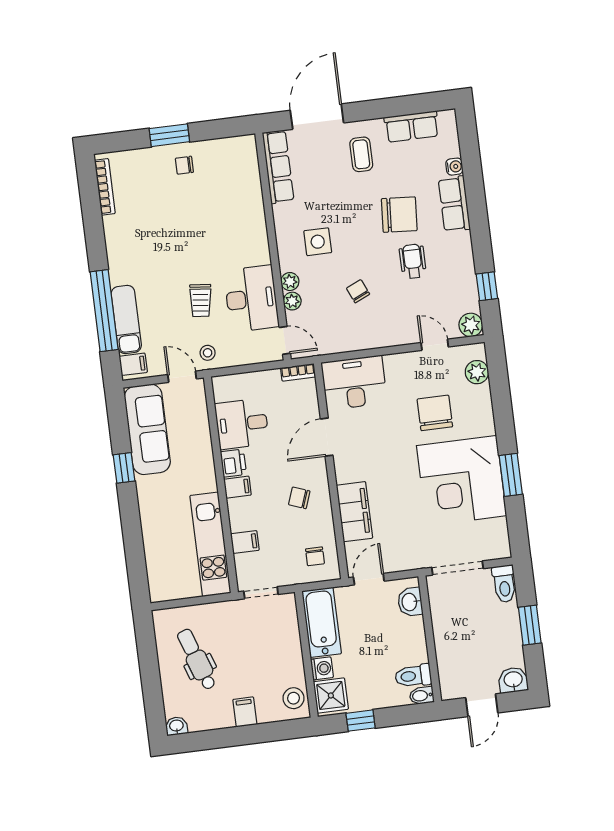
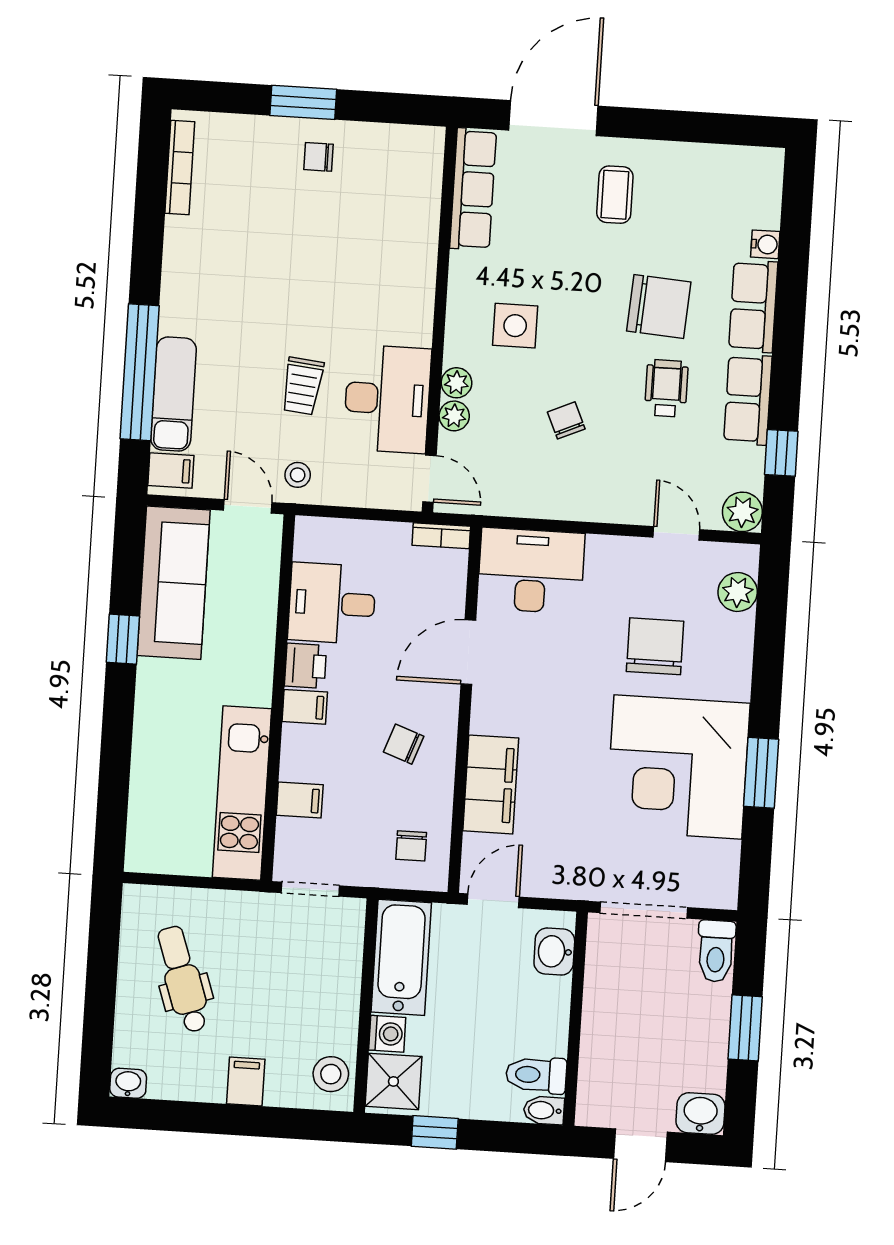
row of seats: (412, 127) -> (748, 400), moved, turned 90

